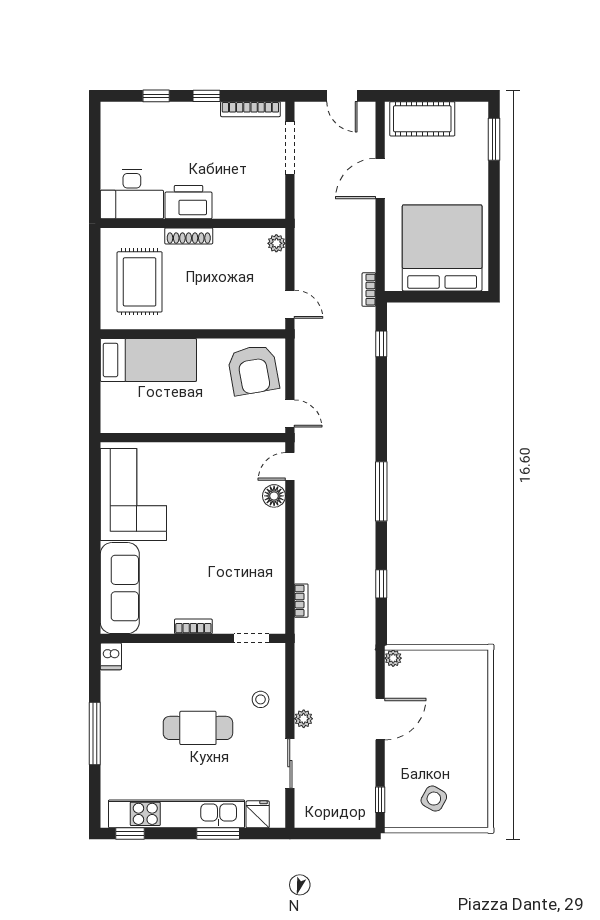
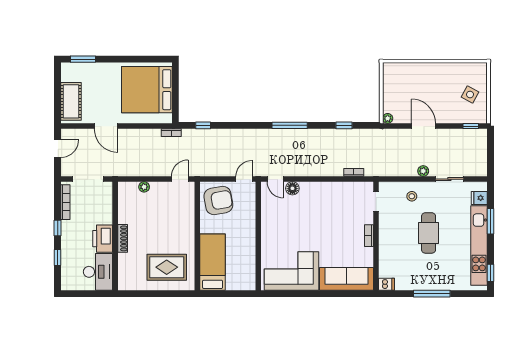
desk: (132, 194) -> (98, 272), moved
printer: (189, 202) -> (103, 239), moved
wall: (193, 223) -> (115, 236), moved
shoe rack: (189, 236) -> (123, 238), moved

